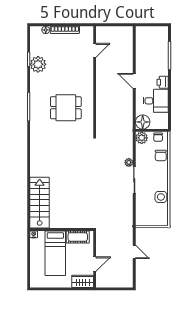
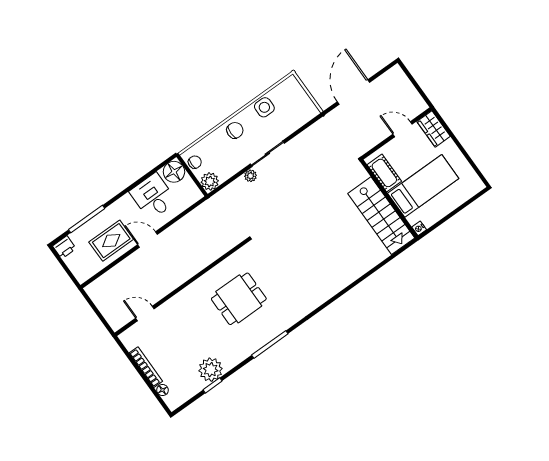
rug: (148, 60) -> (111, 241), added
door: (134, 81) -> (147, 240), swing flipped
printer: (163, 82) -> (64, 247), moved
dining table: (66, 108) -> (239, 299), turned 90
floor lamp: (143, 122) -> (174, 172), moved
chair: (161, 156) -> (235, 130), moved
stairs: (40, 203) -> (381, 216), moved, turned -90
door: (134, 252) -> (354, 92), width x1.88

